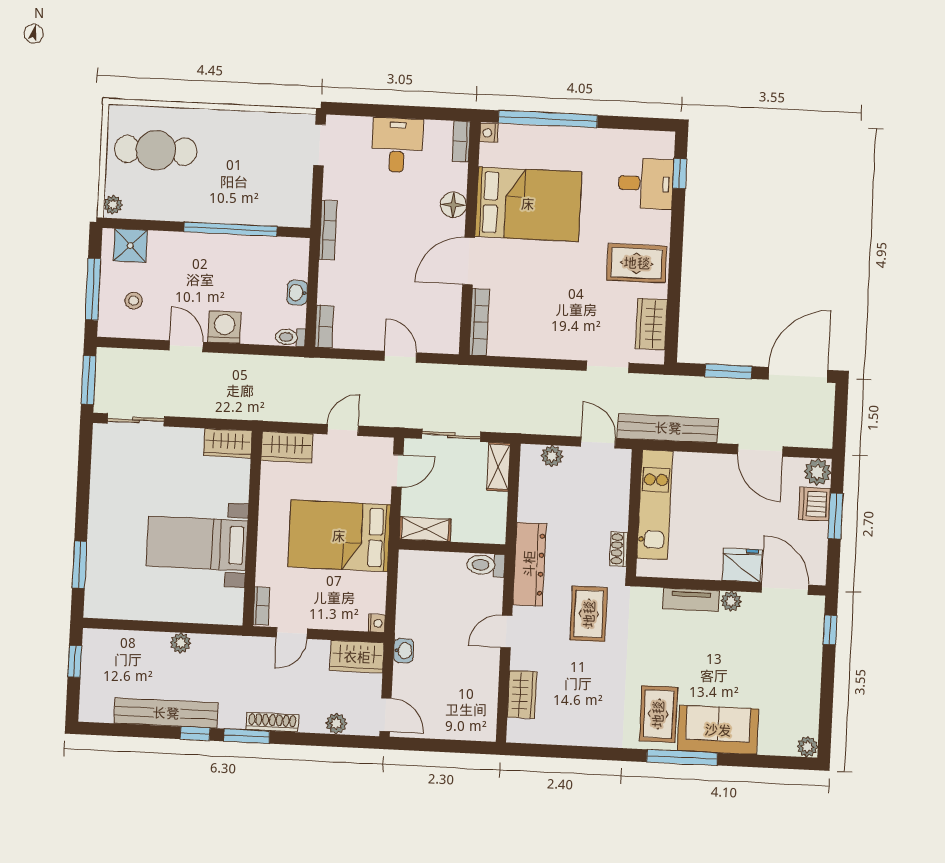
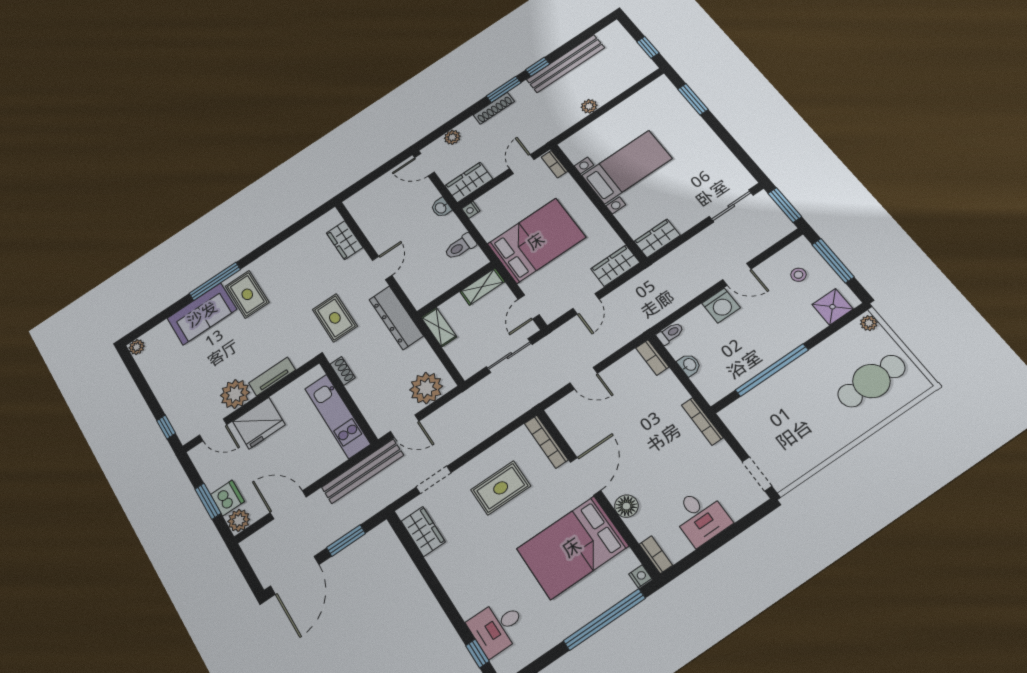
rug: (637, 263) -> (501, 488), moved
plant: (552, 456) -> (426, 388), width x1.88, depth x1.88
shelving: (498, 467) -> (439, 327), moved
toilet: (486, 565) -> (460, 247), moved, turned 180
fridge: (742, 565) -> (259, 423), width x1.36, depth x1.34
door: (785, 589) -> (213, 430), width x0.73
plant: (731, 601) -> (235, 394), width x1.88, depth x1.88

